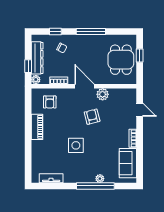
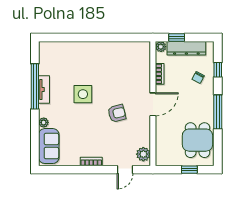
dining table: (121, 60) -> (197, 140), moved, turned 90
plant: (103, 94) -> (143, 154), moved
armchair: (50, 102) -> (134, 63), removed
piano: (37, 127) -> (105, 48), removed
sofa: (128, 163) -> (49, 146), moved, turned 90
tv unit: (51, 178) -> (44, 90), moved
window: (95, 186) -> (35, 86), moved

